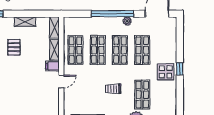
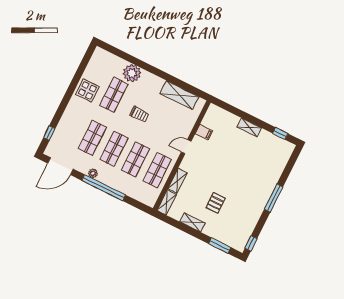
filing cabinet: (53, 66) -> (204, 132), moved
window: (180, 69) -> (49, 133), moved
display table: (166, 72) -> (87, 90), moved

